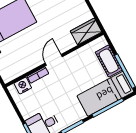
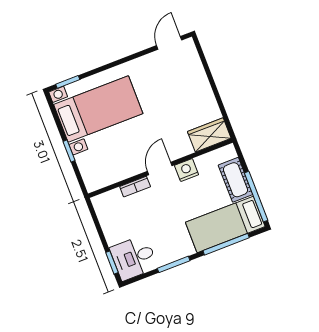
nightstand: (23, 86) -> (187, 170), moved

